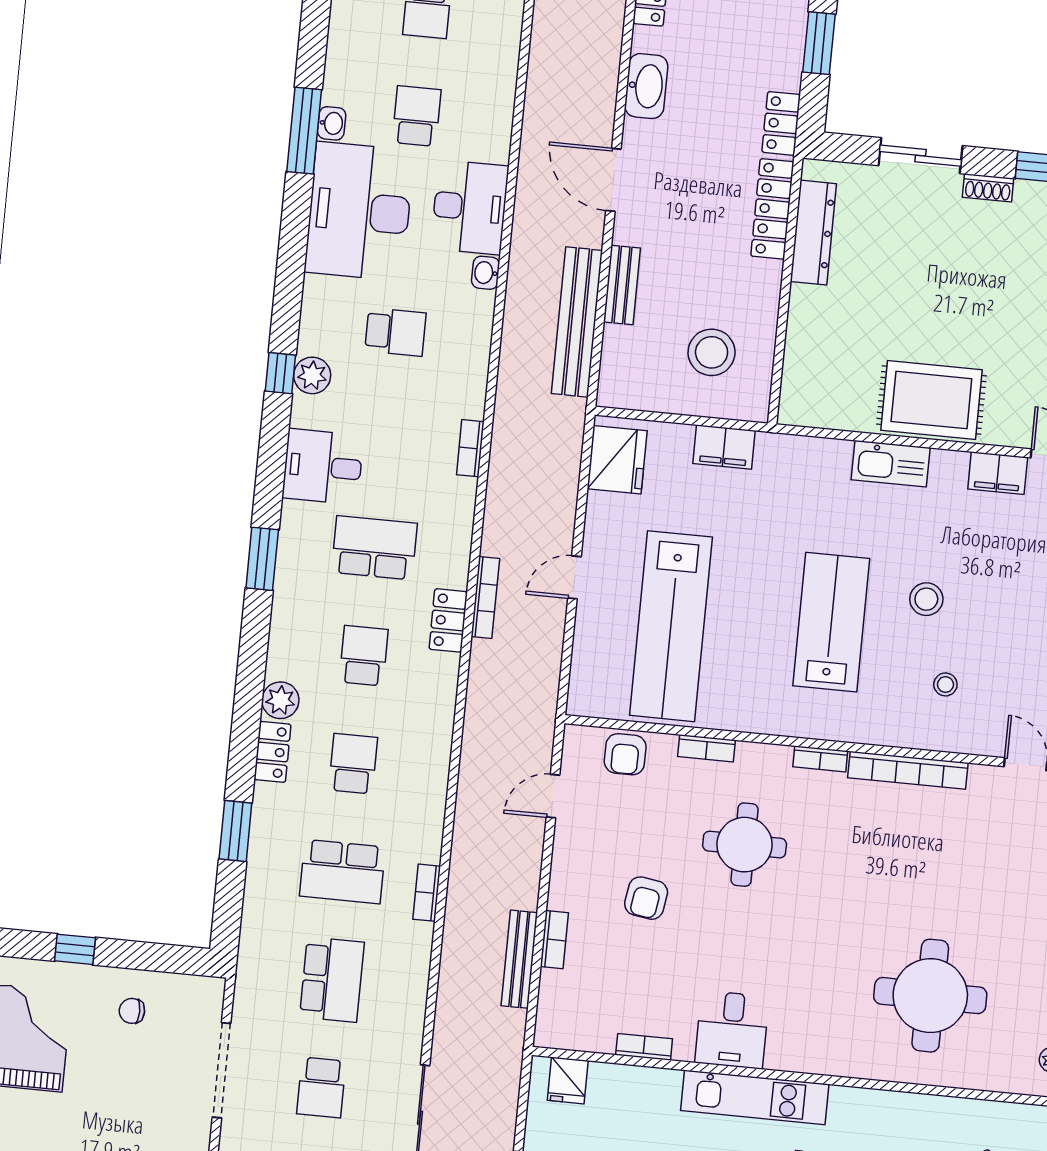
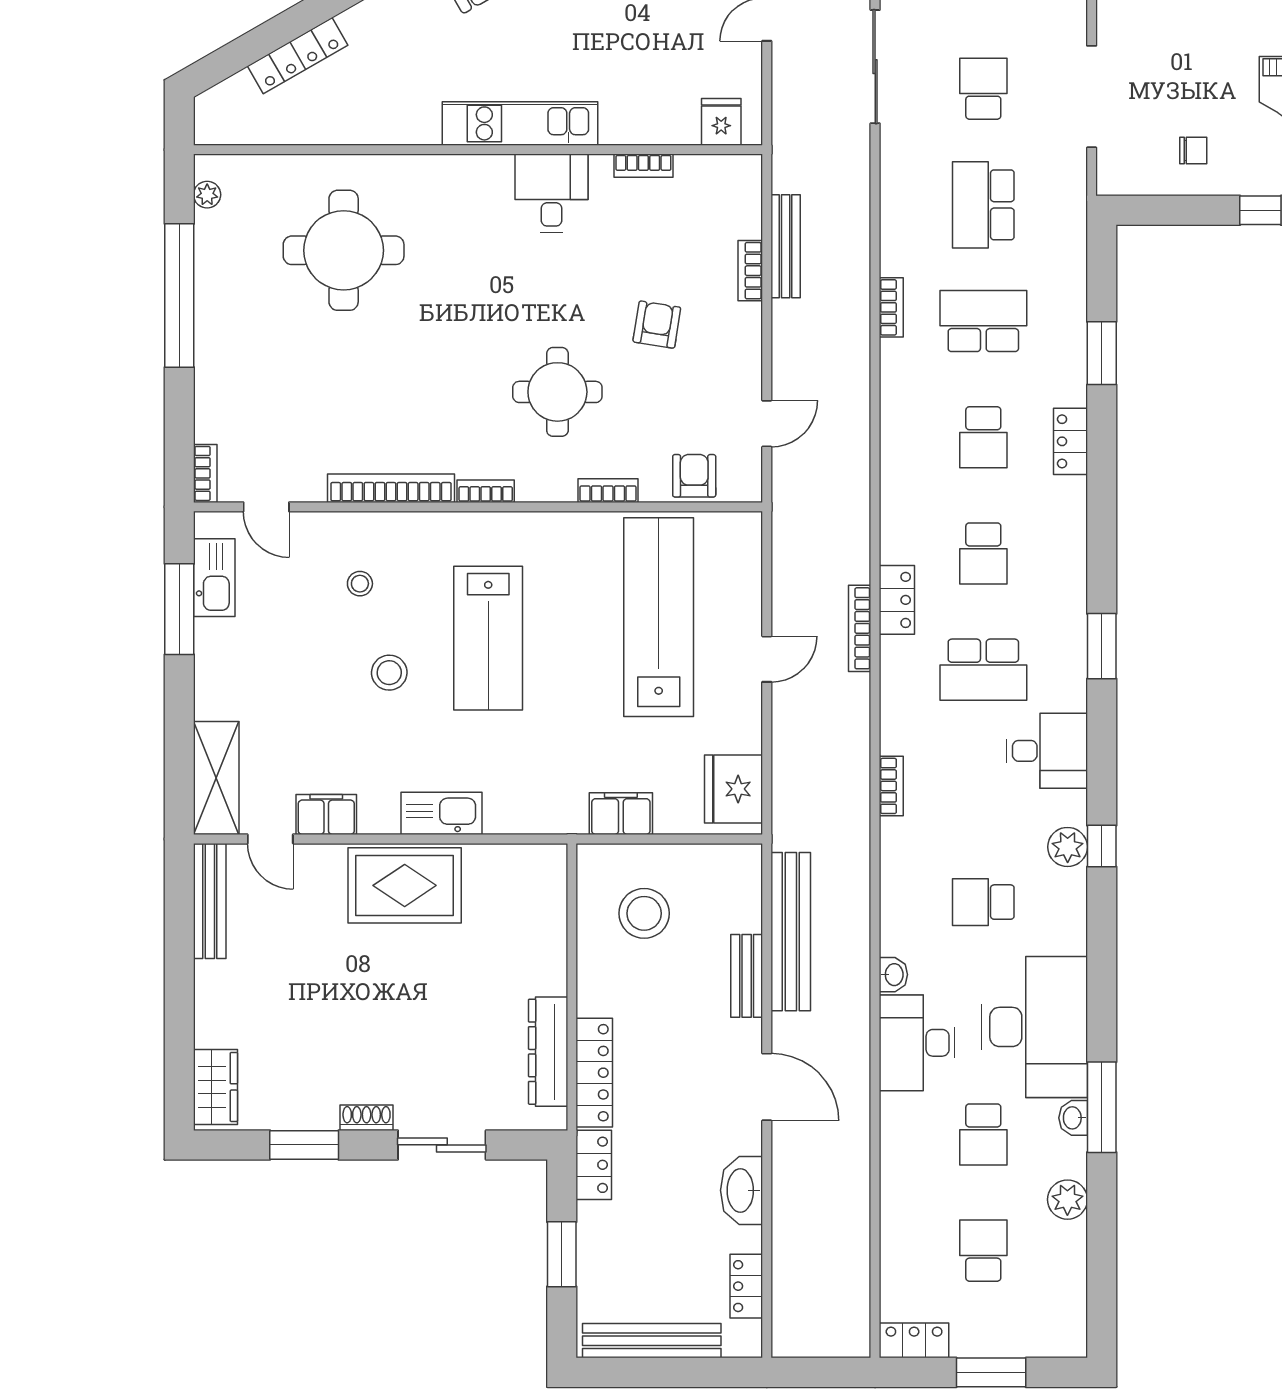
plant: (280, 700) -> (1067, 1200), moved

